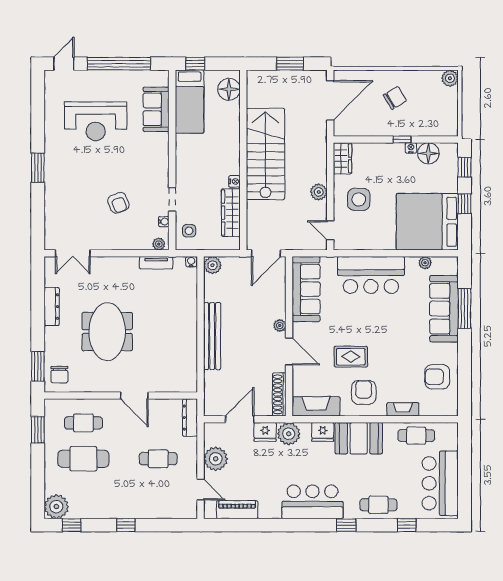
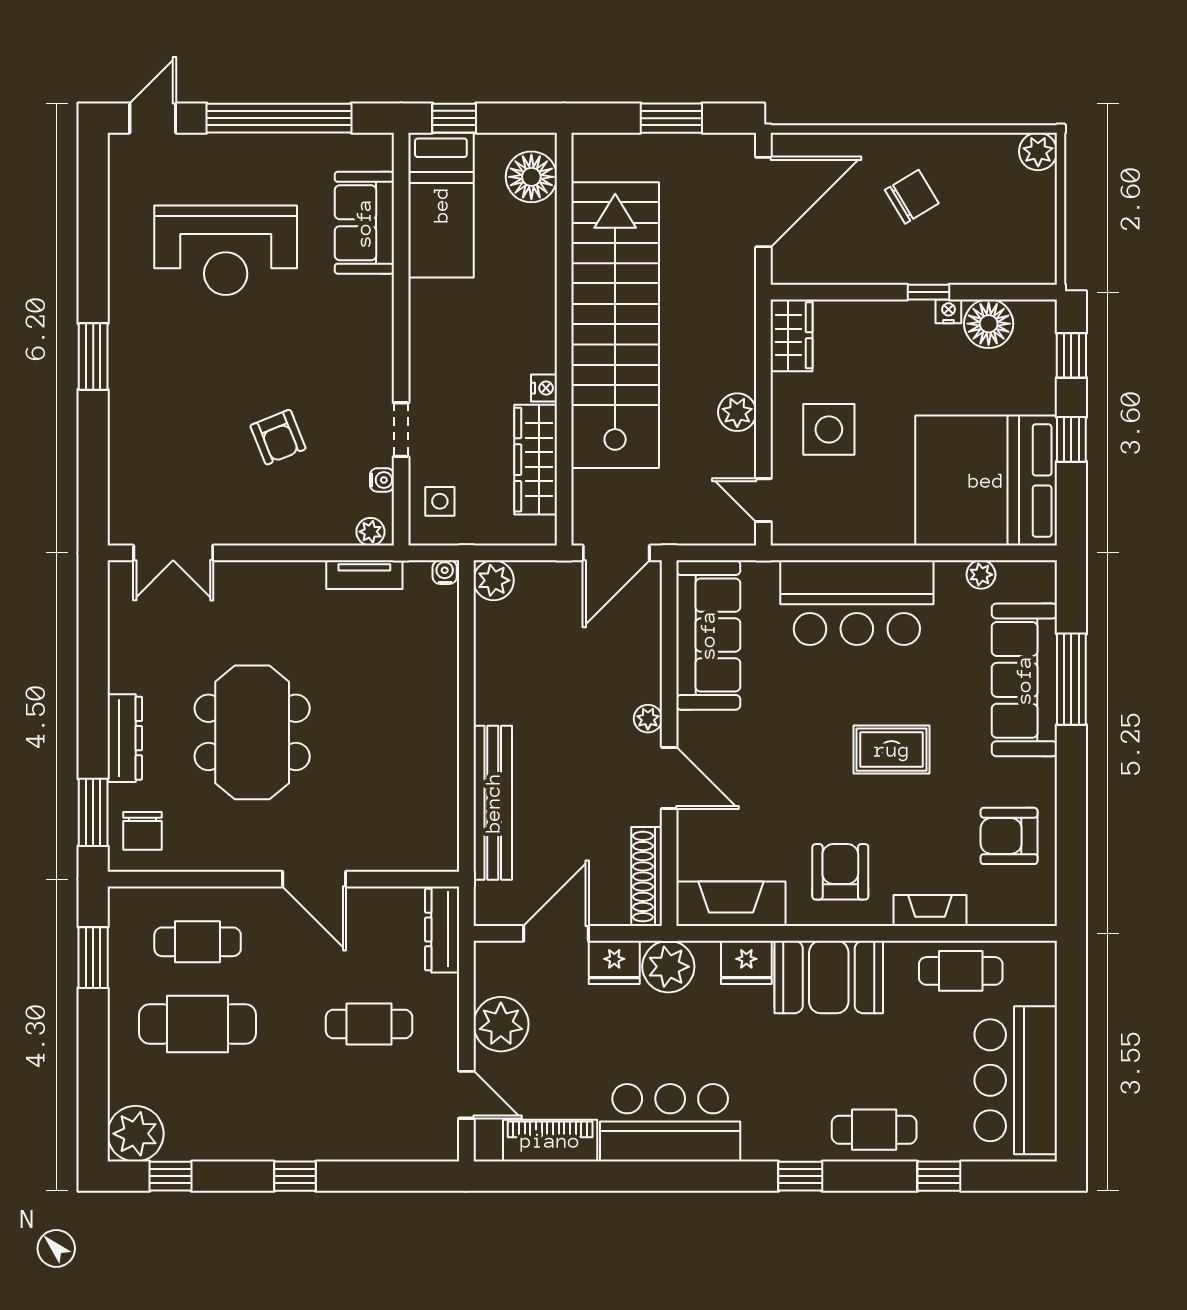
stairs: (265, 154) -> (615, 325), width x1.36
dresser: (52, 307) -> (125, 738), moved
bench: (212, 336) -> (493, 803), moved
rug: (351, 357) -> (892, 750), moved
bar counter: (312, 502) -> (670, 1123), moved

